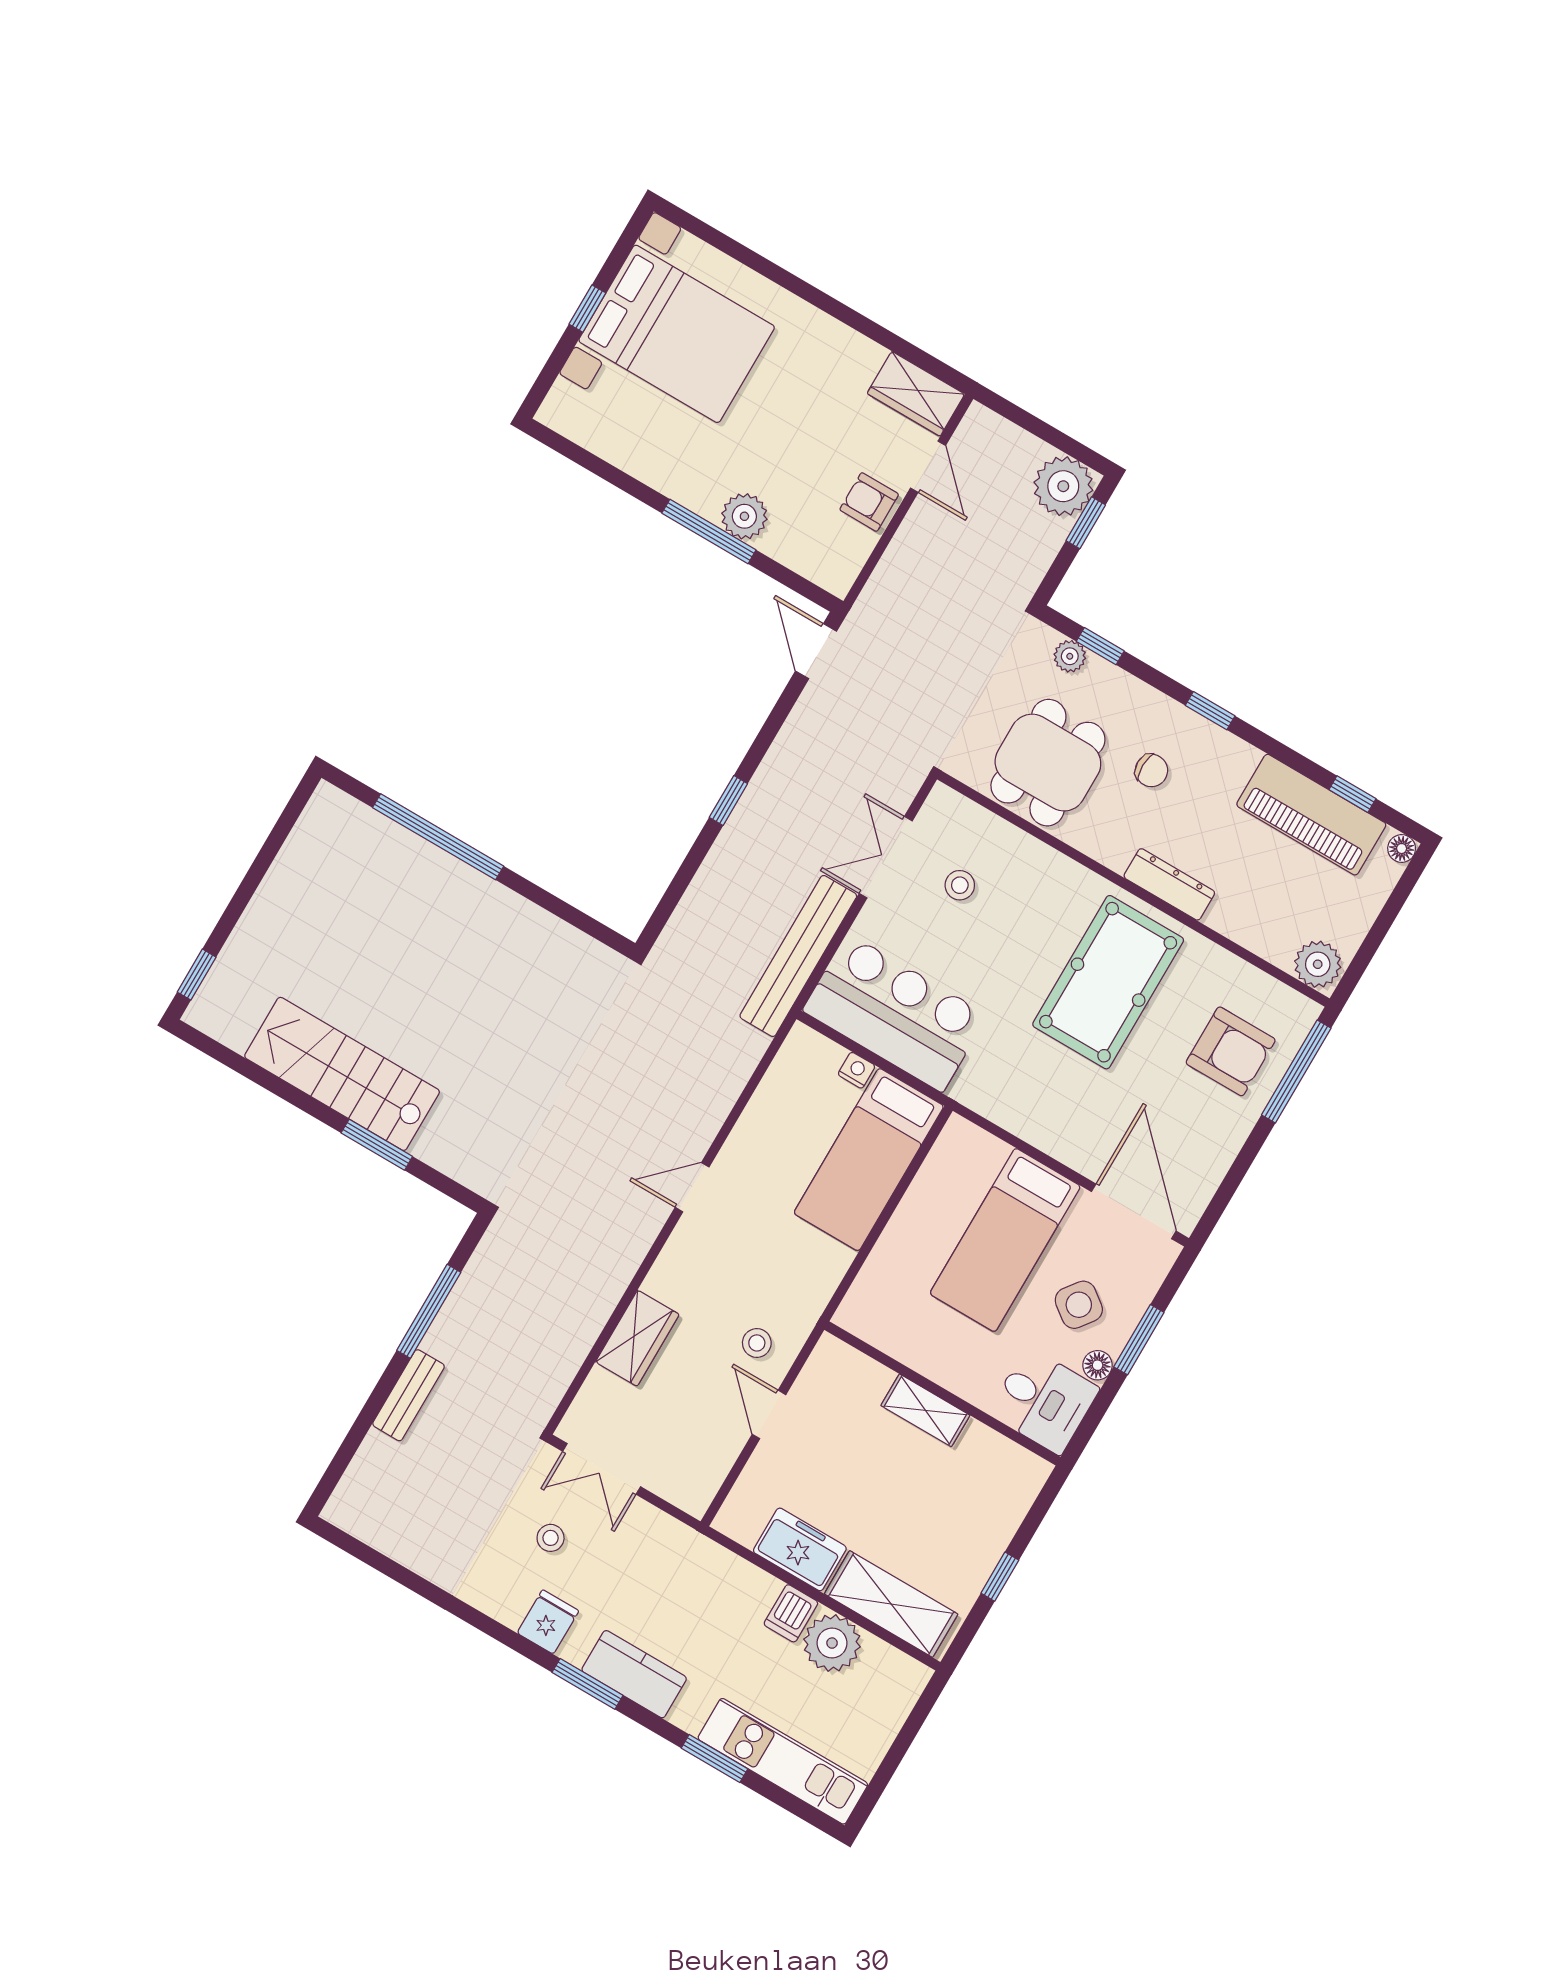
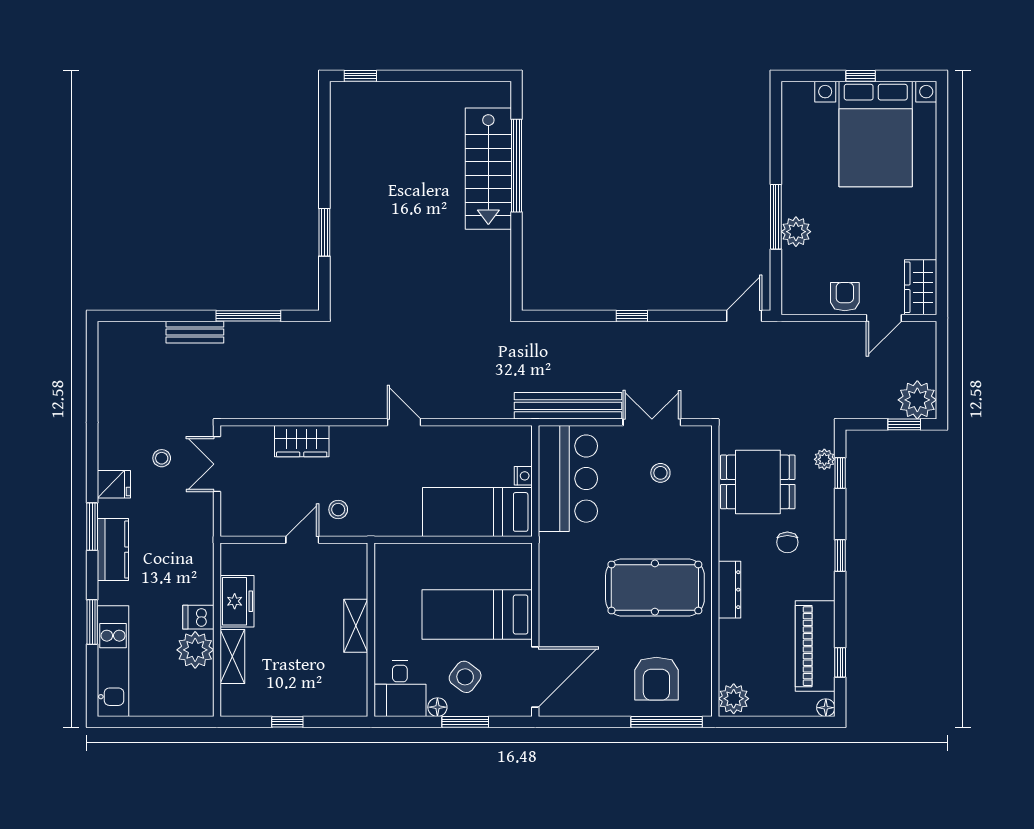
stairs: (342, 1074) -> (488, 169), moved, turned 180
shelving: (891, 1604) -> (232, 656), width x0.67, depth x0.75

